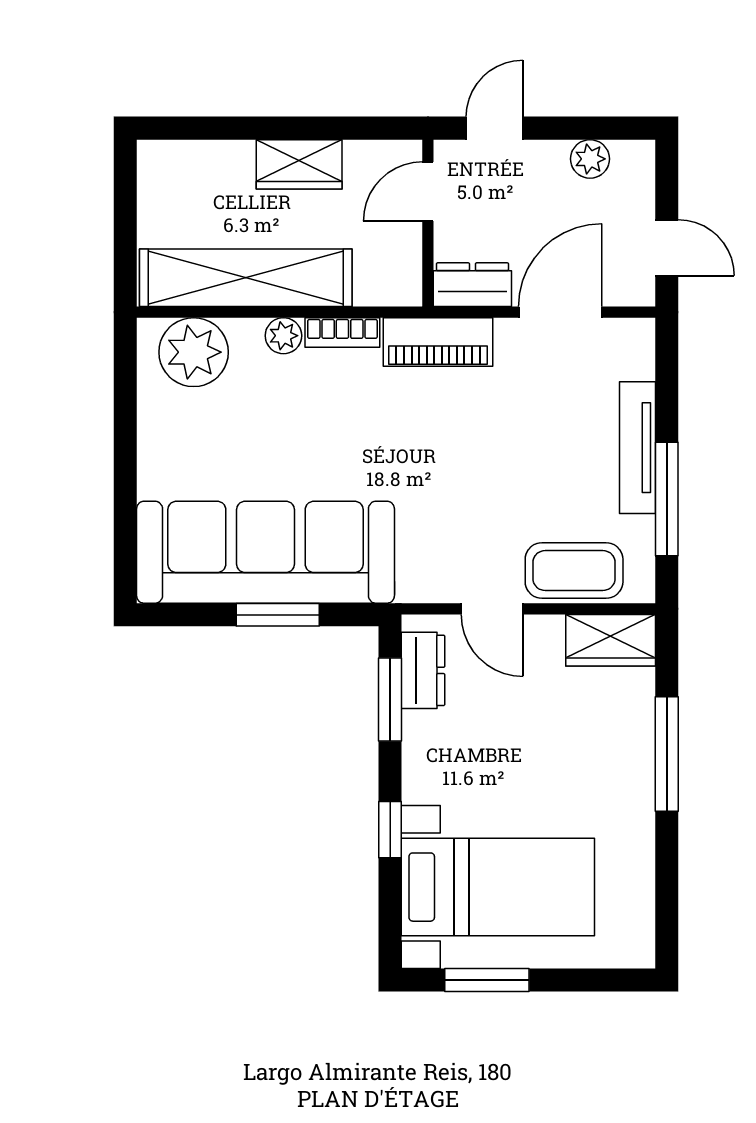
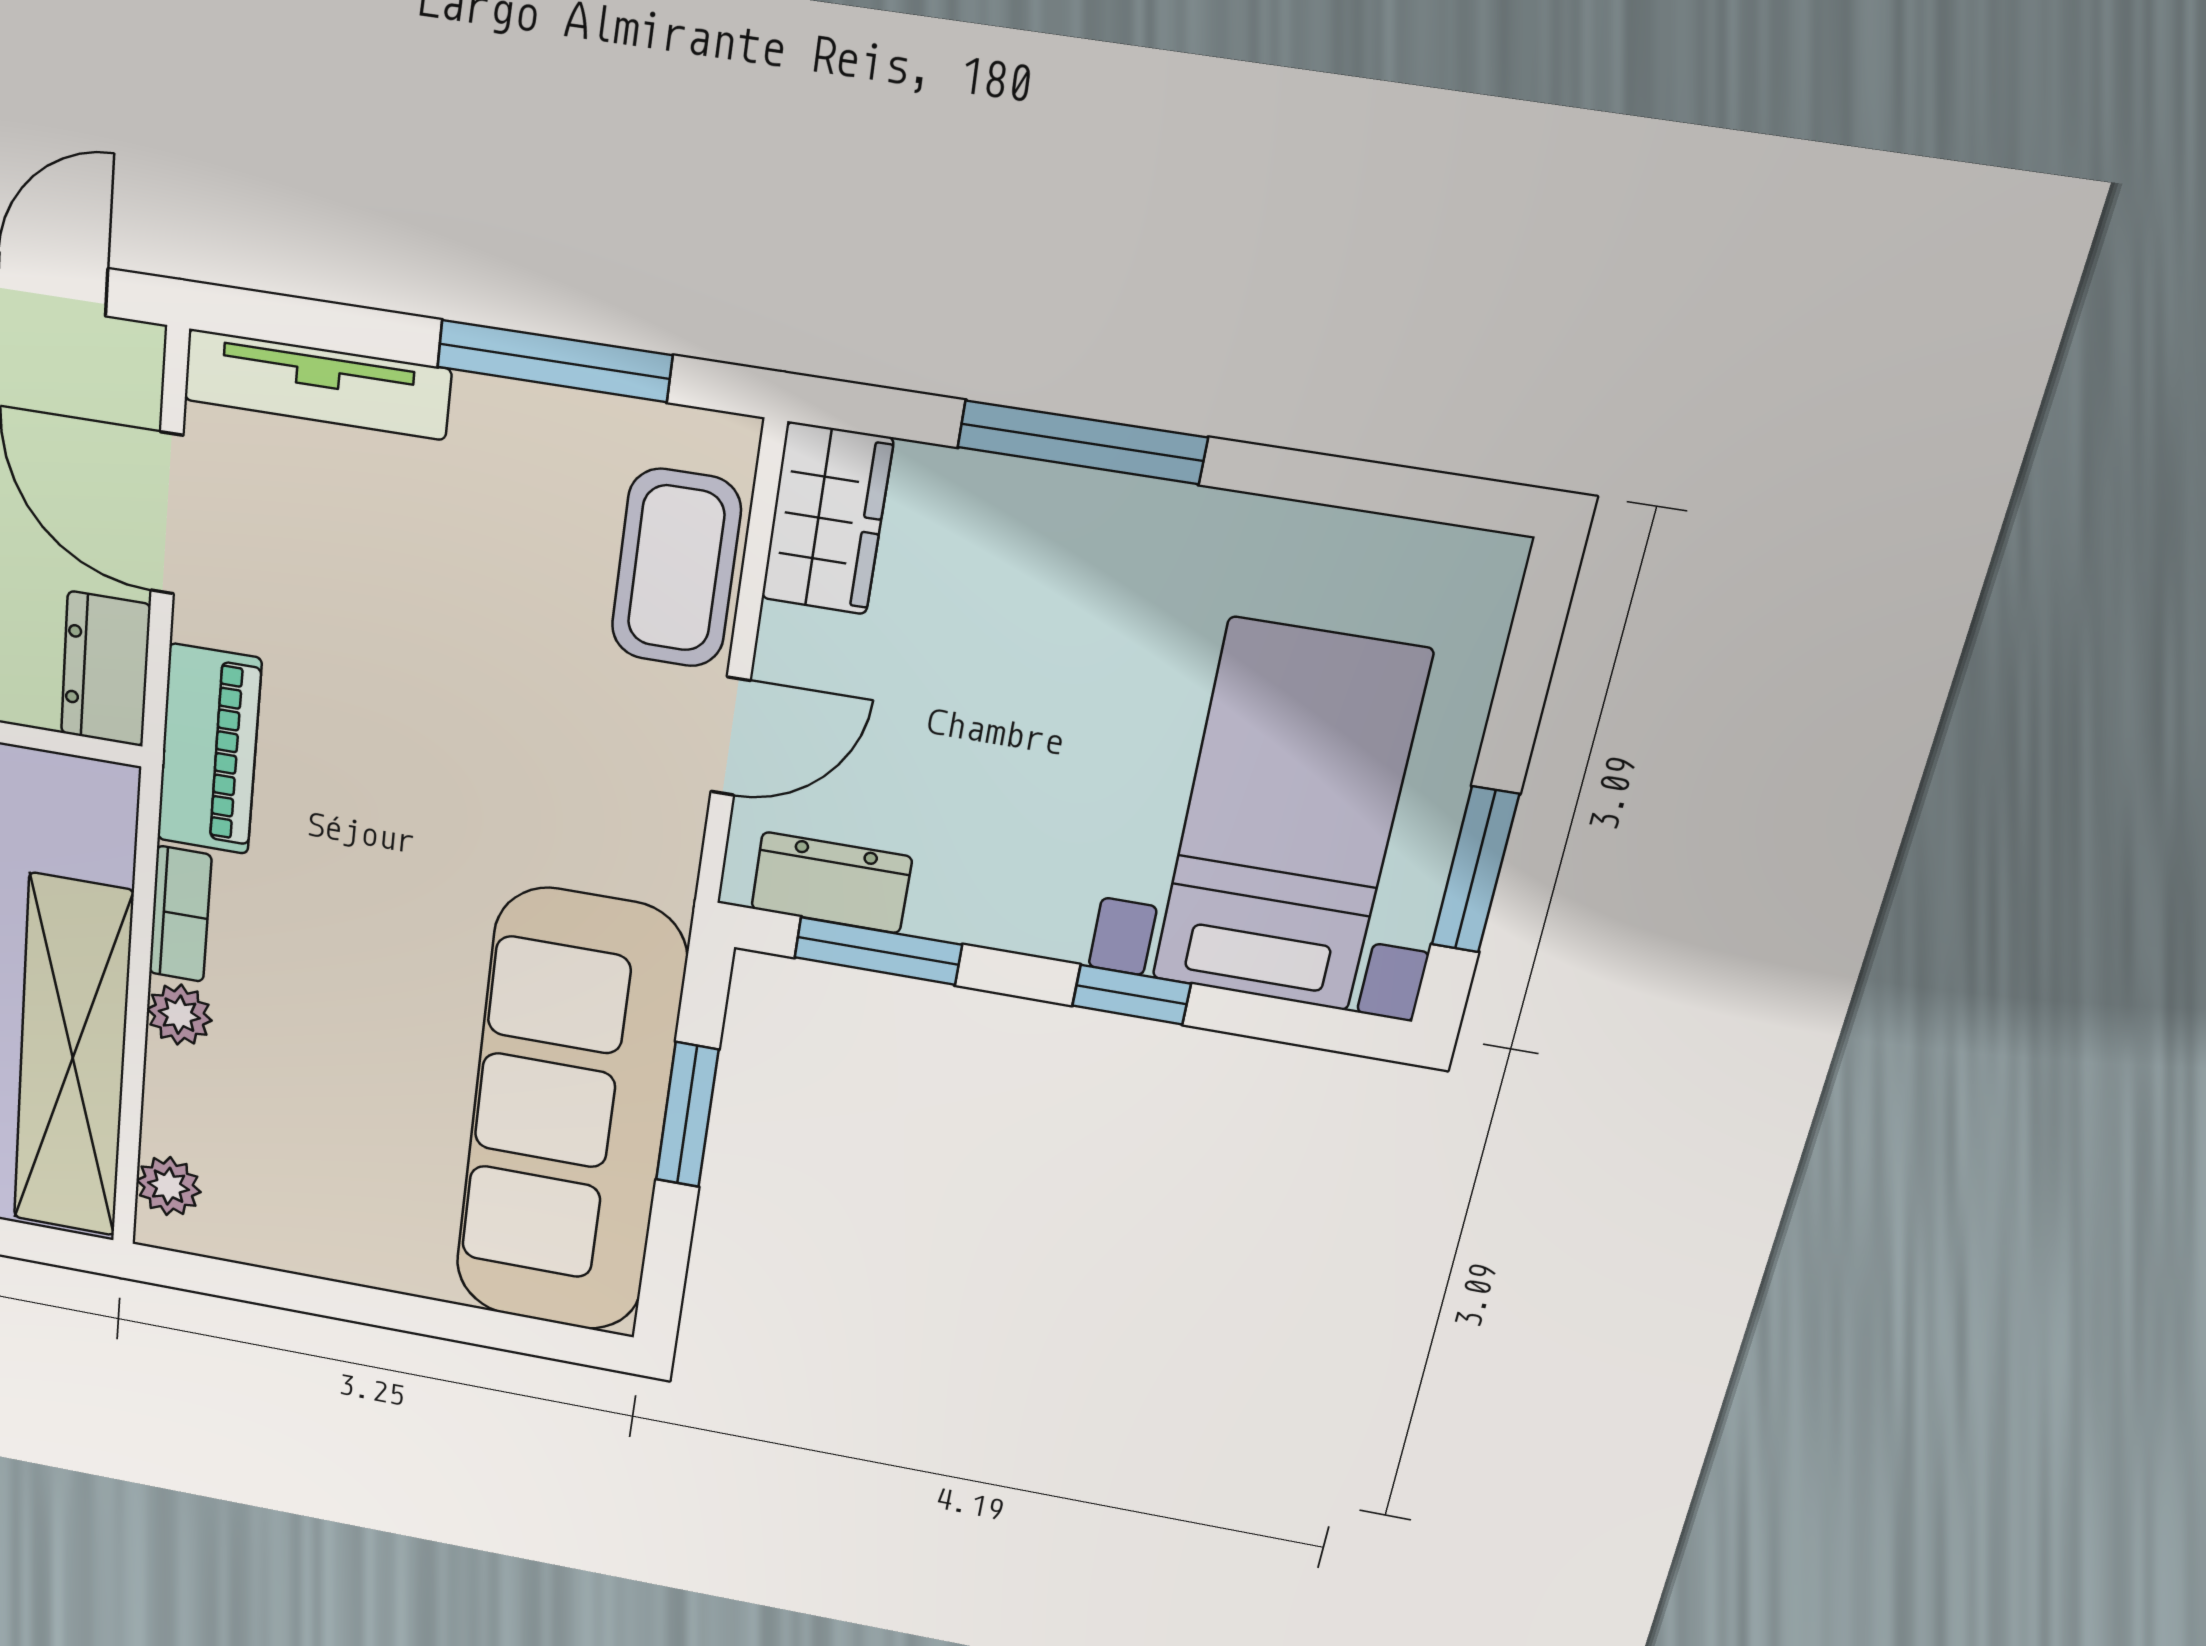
plant: (194, 352) -> (169, 1186), width x0.53, depth x0.53
tv unit: (637, 448) -> (317, 384), moved

